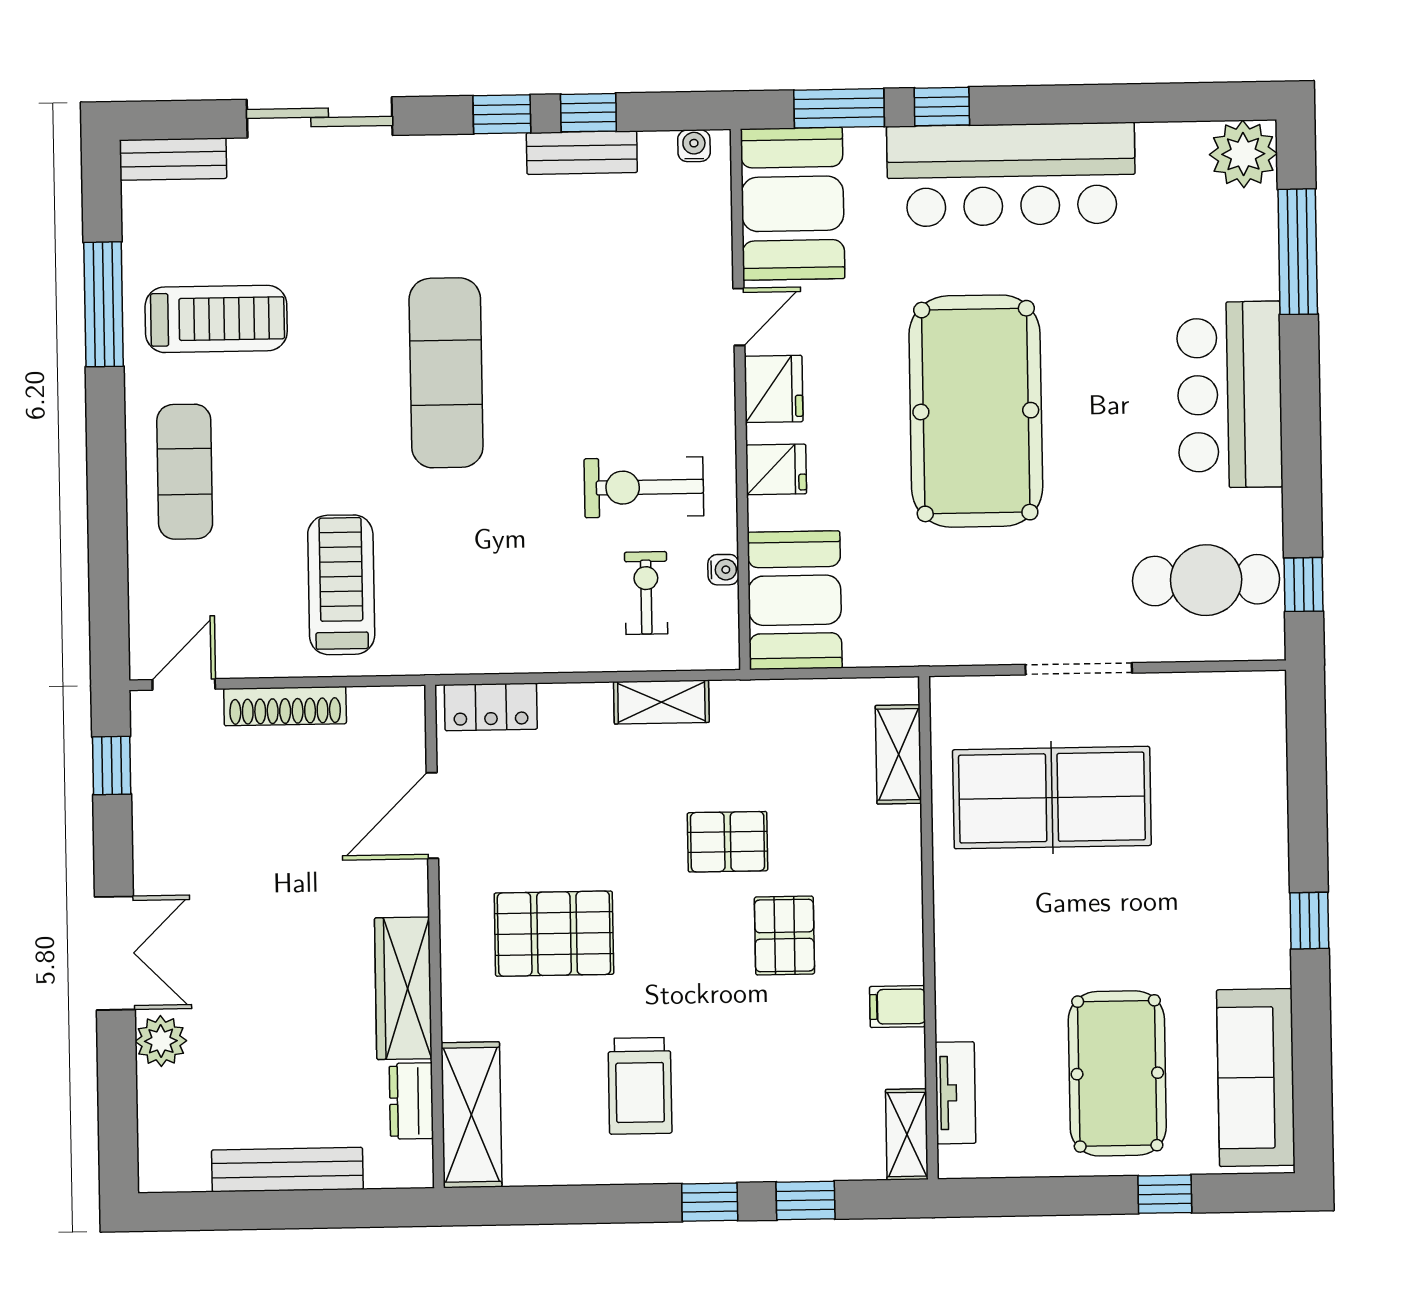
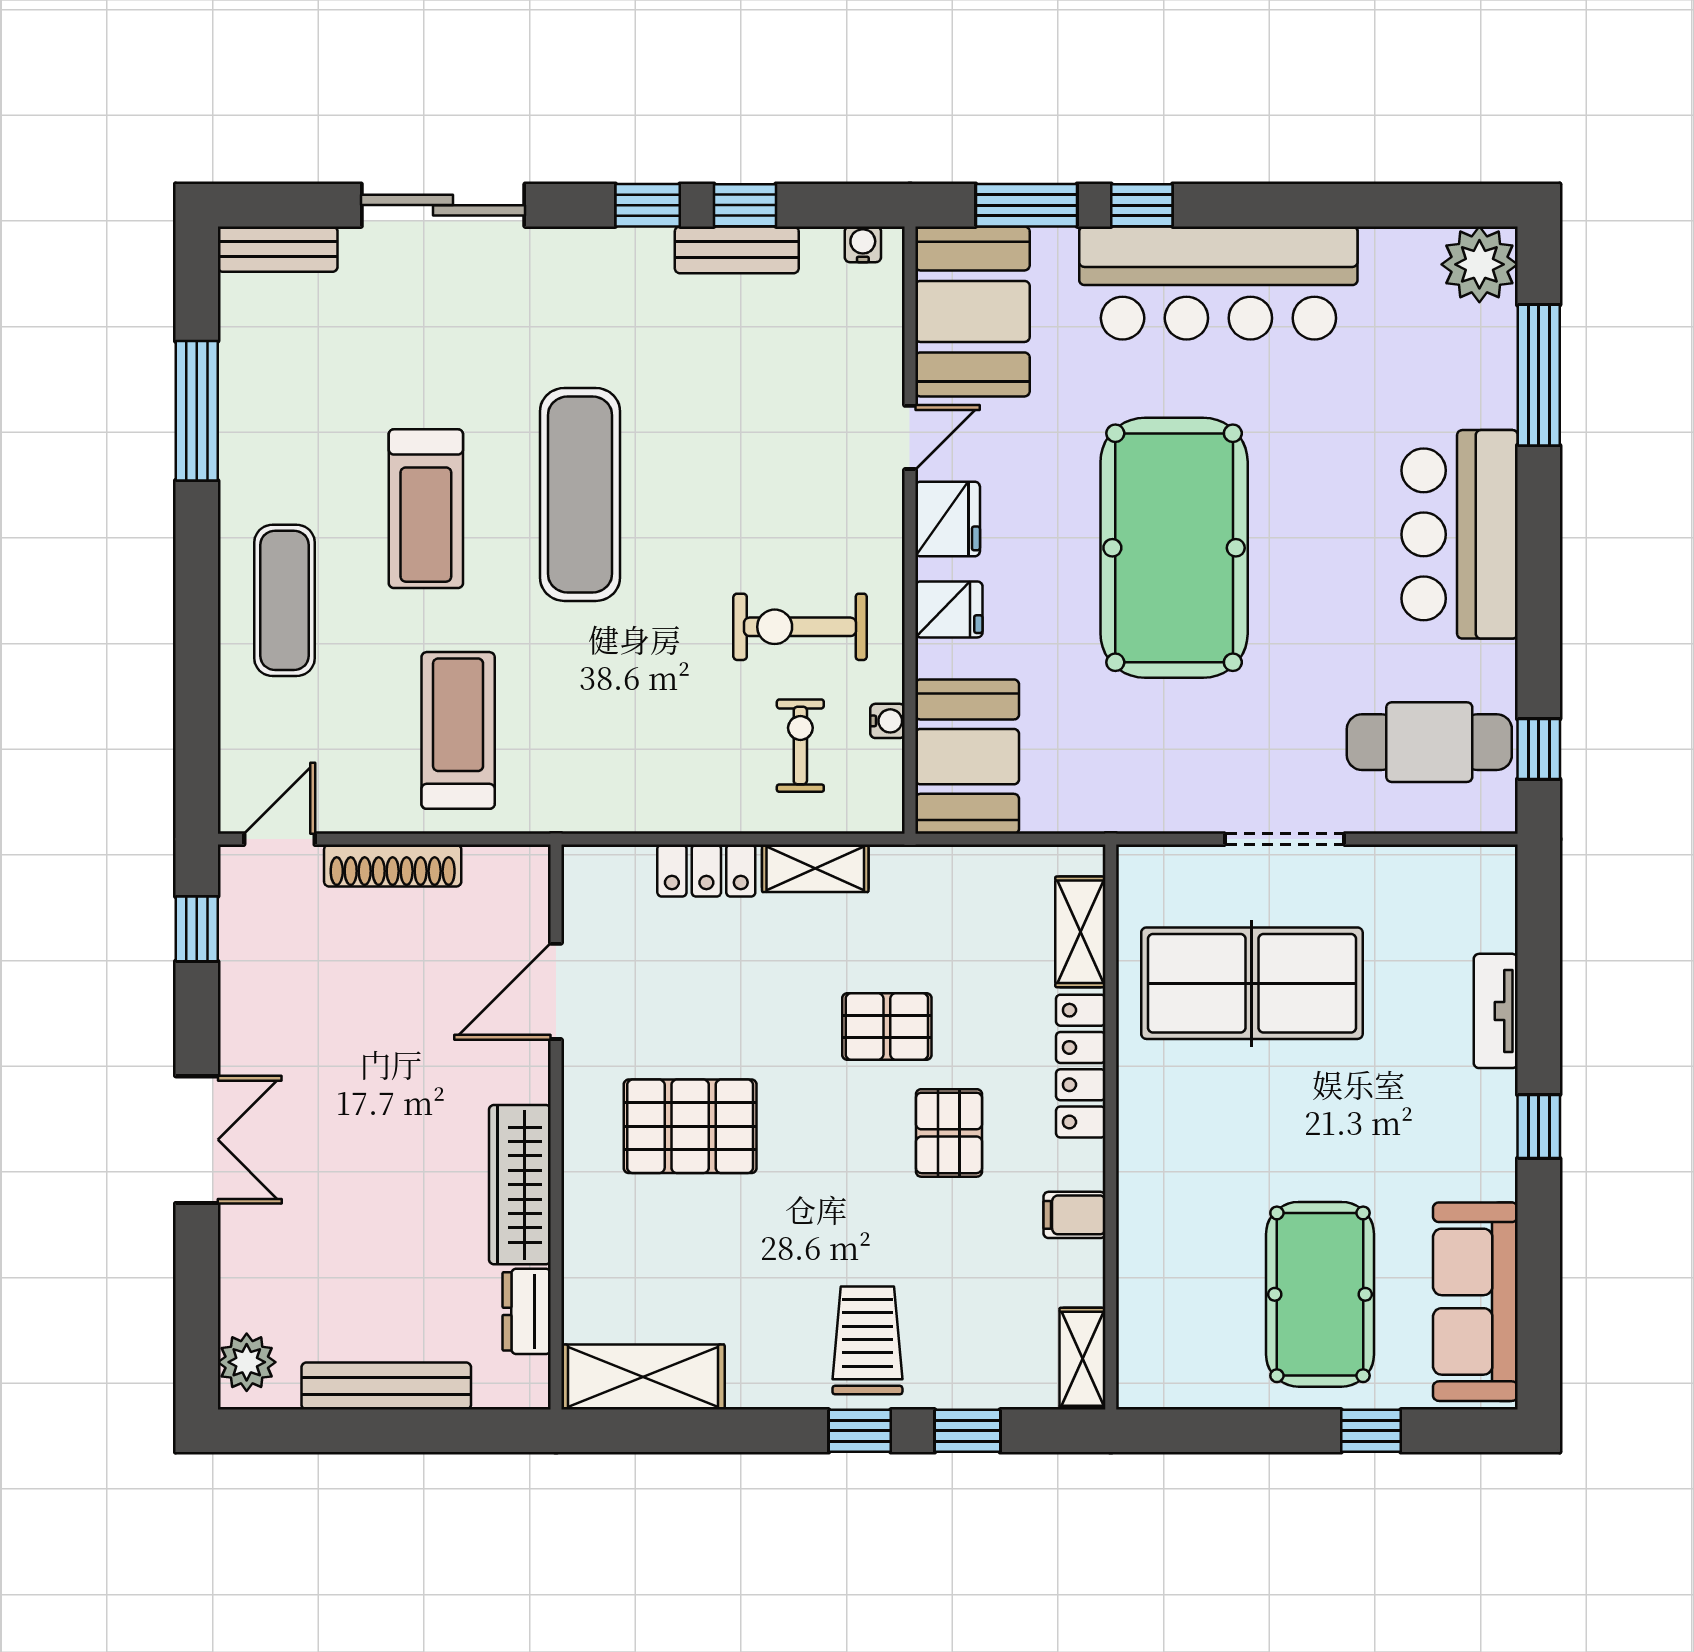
treadmill: (216, 319) -> (426, 509), moved, turned 90
locker: (491, 707) -> (706, 870), moved
locker: (901, 874) -> (1081, 1066), added
plant: (161, 1041) -> (247, 1362), moved
trolley: (640, 1086) -> (867, 1340), moved, turned 180
tv unit: (955, 1093) -> (1496, 1011), moved, turned 180
shelving: (471, 1115) -> (643, 1377), moved, turned 90

